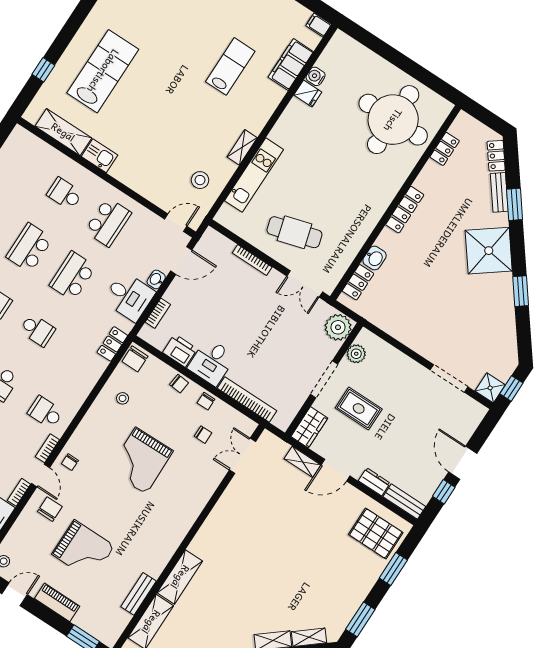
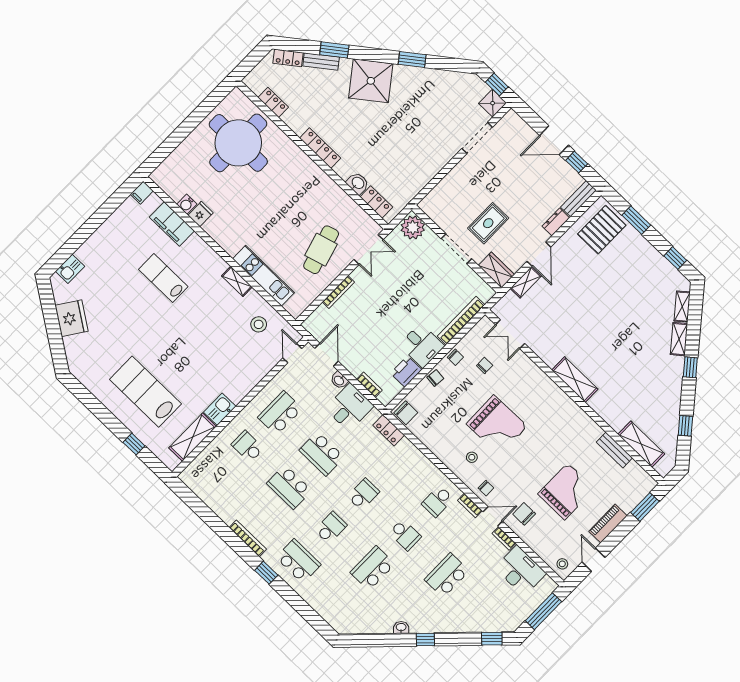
school desk: (65, 194) -> (247, 446), turned 90
school desk: (108, 222) -> (280, 413), turned -90
plant: (356, 354) -> (439, 216), removed
stool: (123, 398) -> (472, 457), moved
shelving: (180, 577) -> (575, 380), moved
window: (360, 619) -> (675, 258), width x0.67

